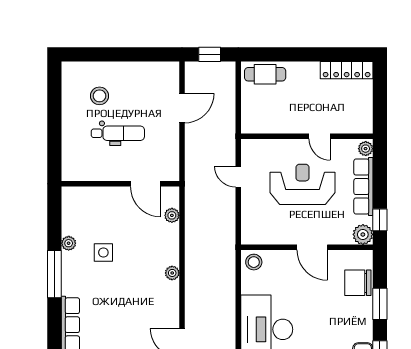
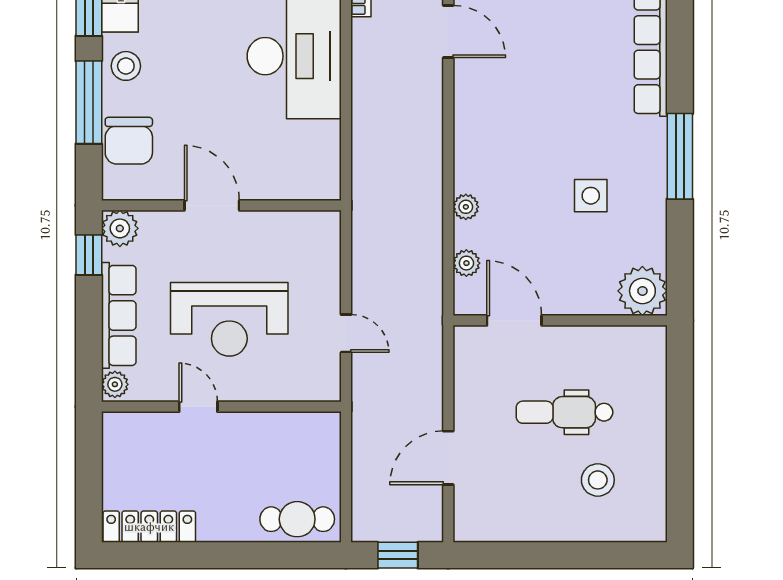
plant: (69, 243) -> (642, 291), moved, width x1.87, depth x1.87
stool: (254, 262) -> (126, 66), moved
plant: (172, 273) -> (466, 207), moved
chair: (358, 283) -> (129, 141), turned 90
window: (380, 304) -> (89, 102), width x1.44

